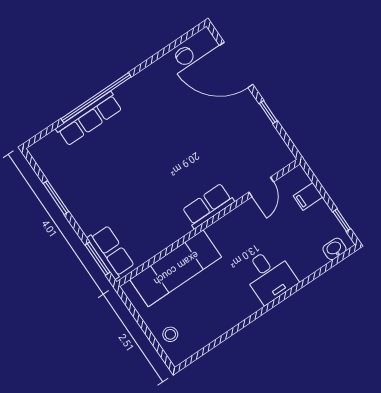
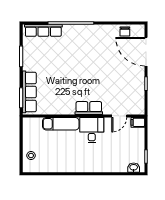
row of seats: (89, 119) -> (43, 30), moved
filing cabinet: (308, 196) -> (138, 122), moved
row of seats: (111, 252) -> (29, 92), width x1.48
exam couch: (176, 268) -> (61, 124), width x0.73, depth x0.69
desk: (269, 276) -> (92, 130), moved, turned 180

